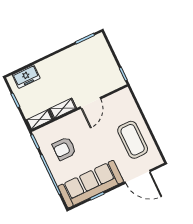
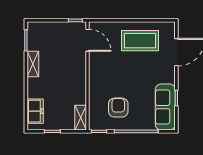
door: (90, 103) -> (88, 40), moved
shelving: (63, 108) -> (33, 64), moved
armchair: (64, 149) -> (118, 108), turned 180
sofa: (91, 184) -> (165, 107), width x0.74, depth x0.79

